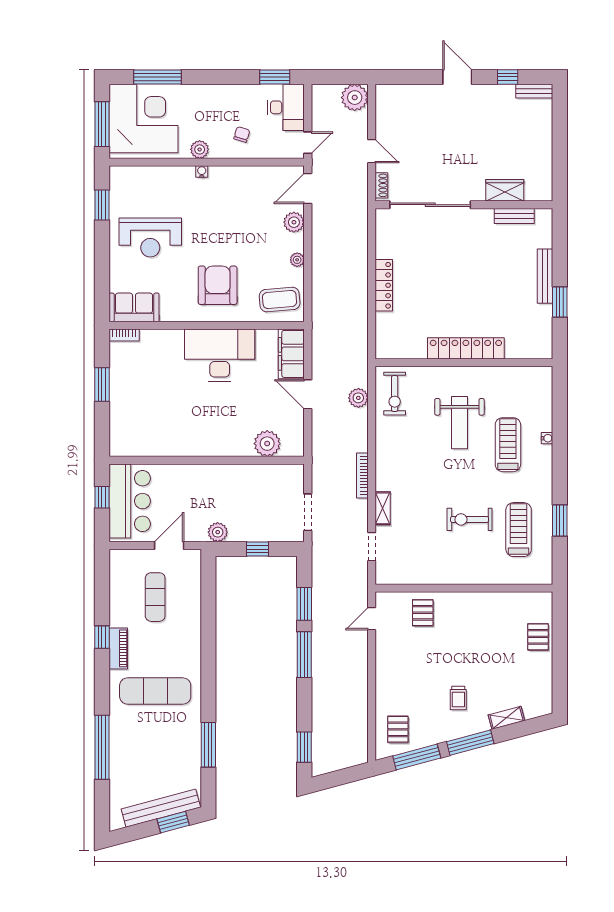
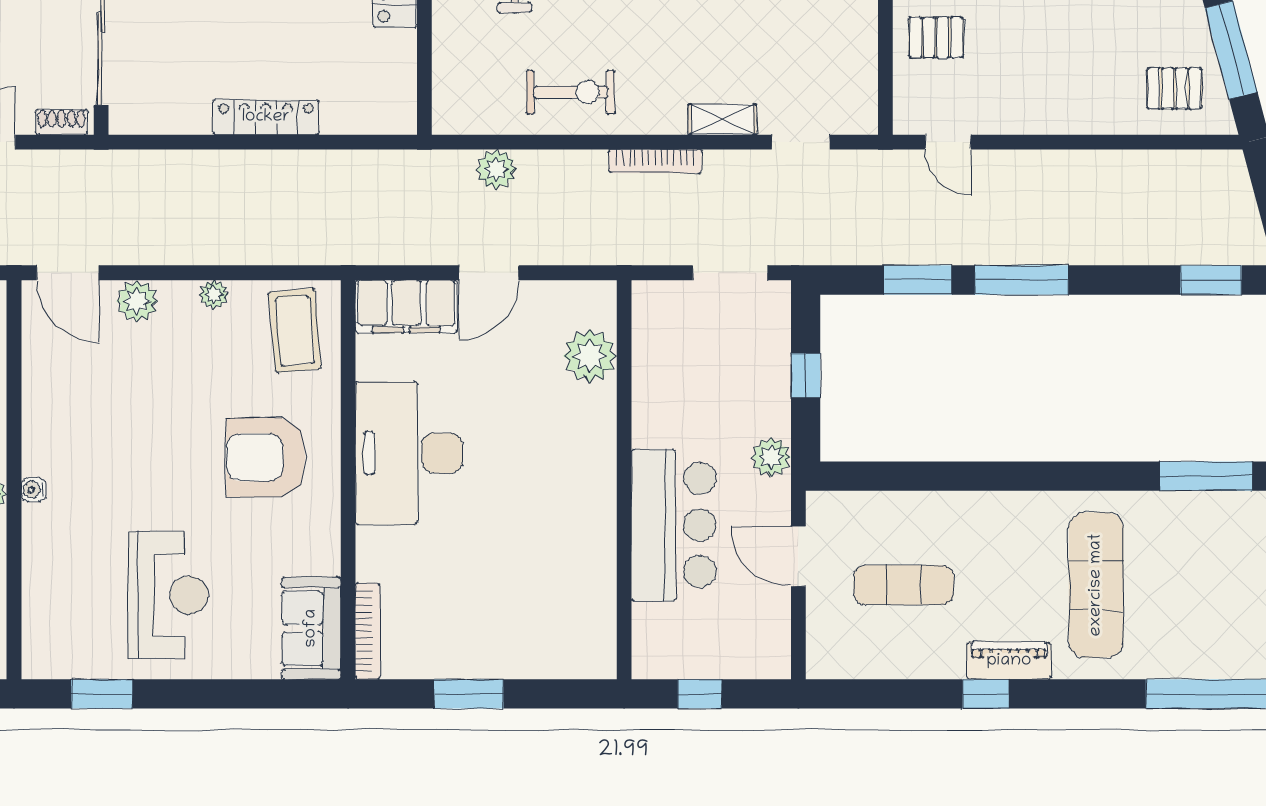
bookcase: (124, 335) -> (368, 631), width x1.56
exercise bike: (395, 394) -> (571, 92), moved
bar counter: (130, 501) -> (674, 525), moved, turned 90

